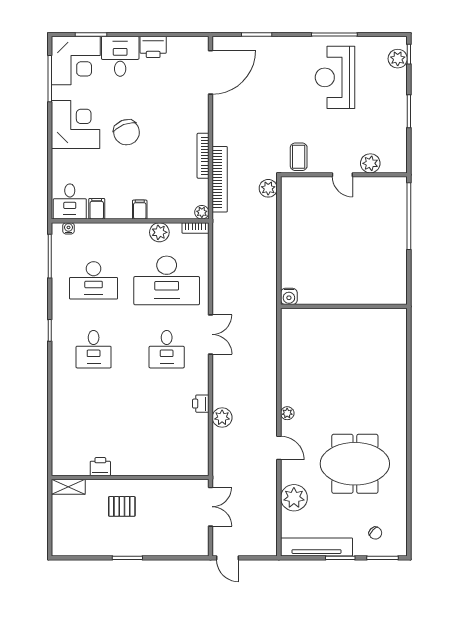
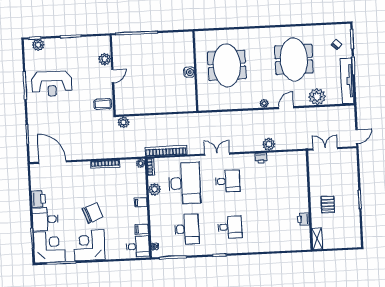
bookcase: (220, 179) -> (166, 151), moved
water cooler: (289, 296) -> (189, 72), moved
meeting table: (351, 357) -> (227, 65), added

